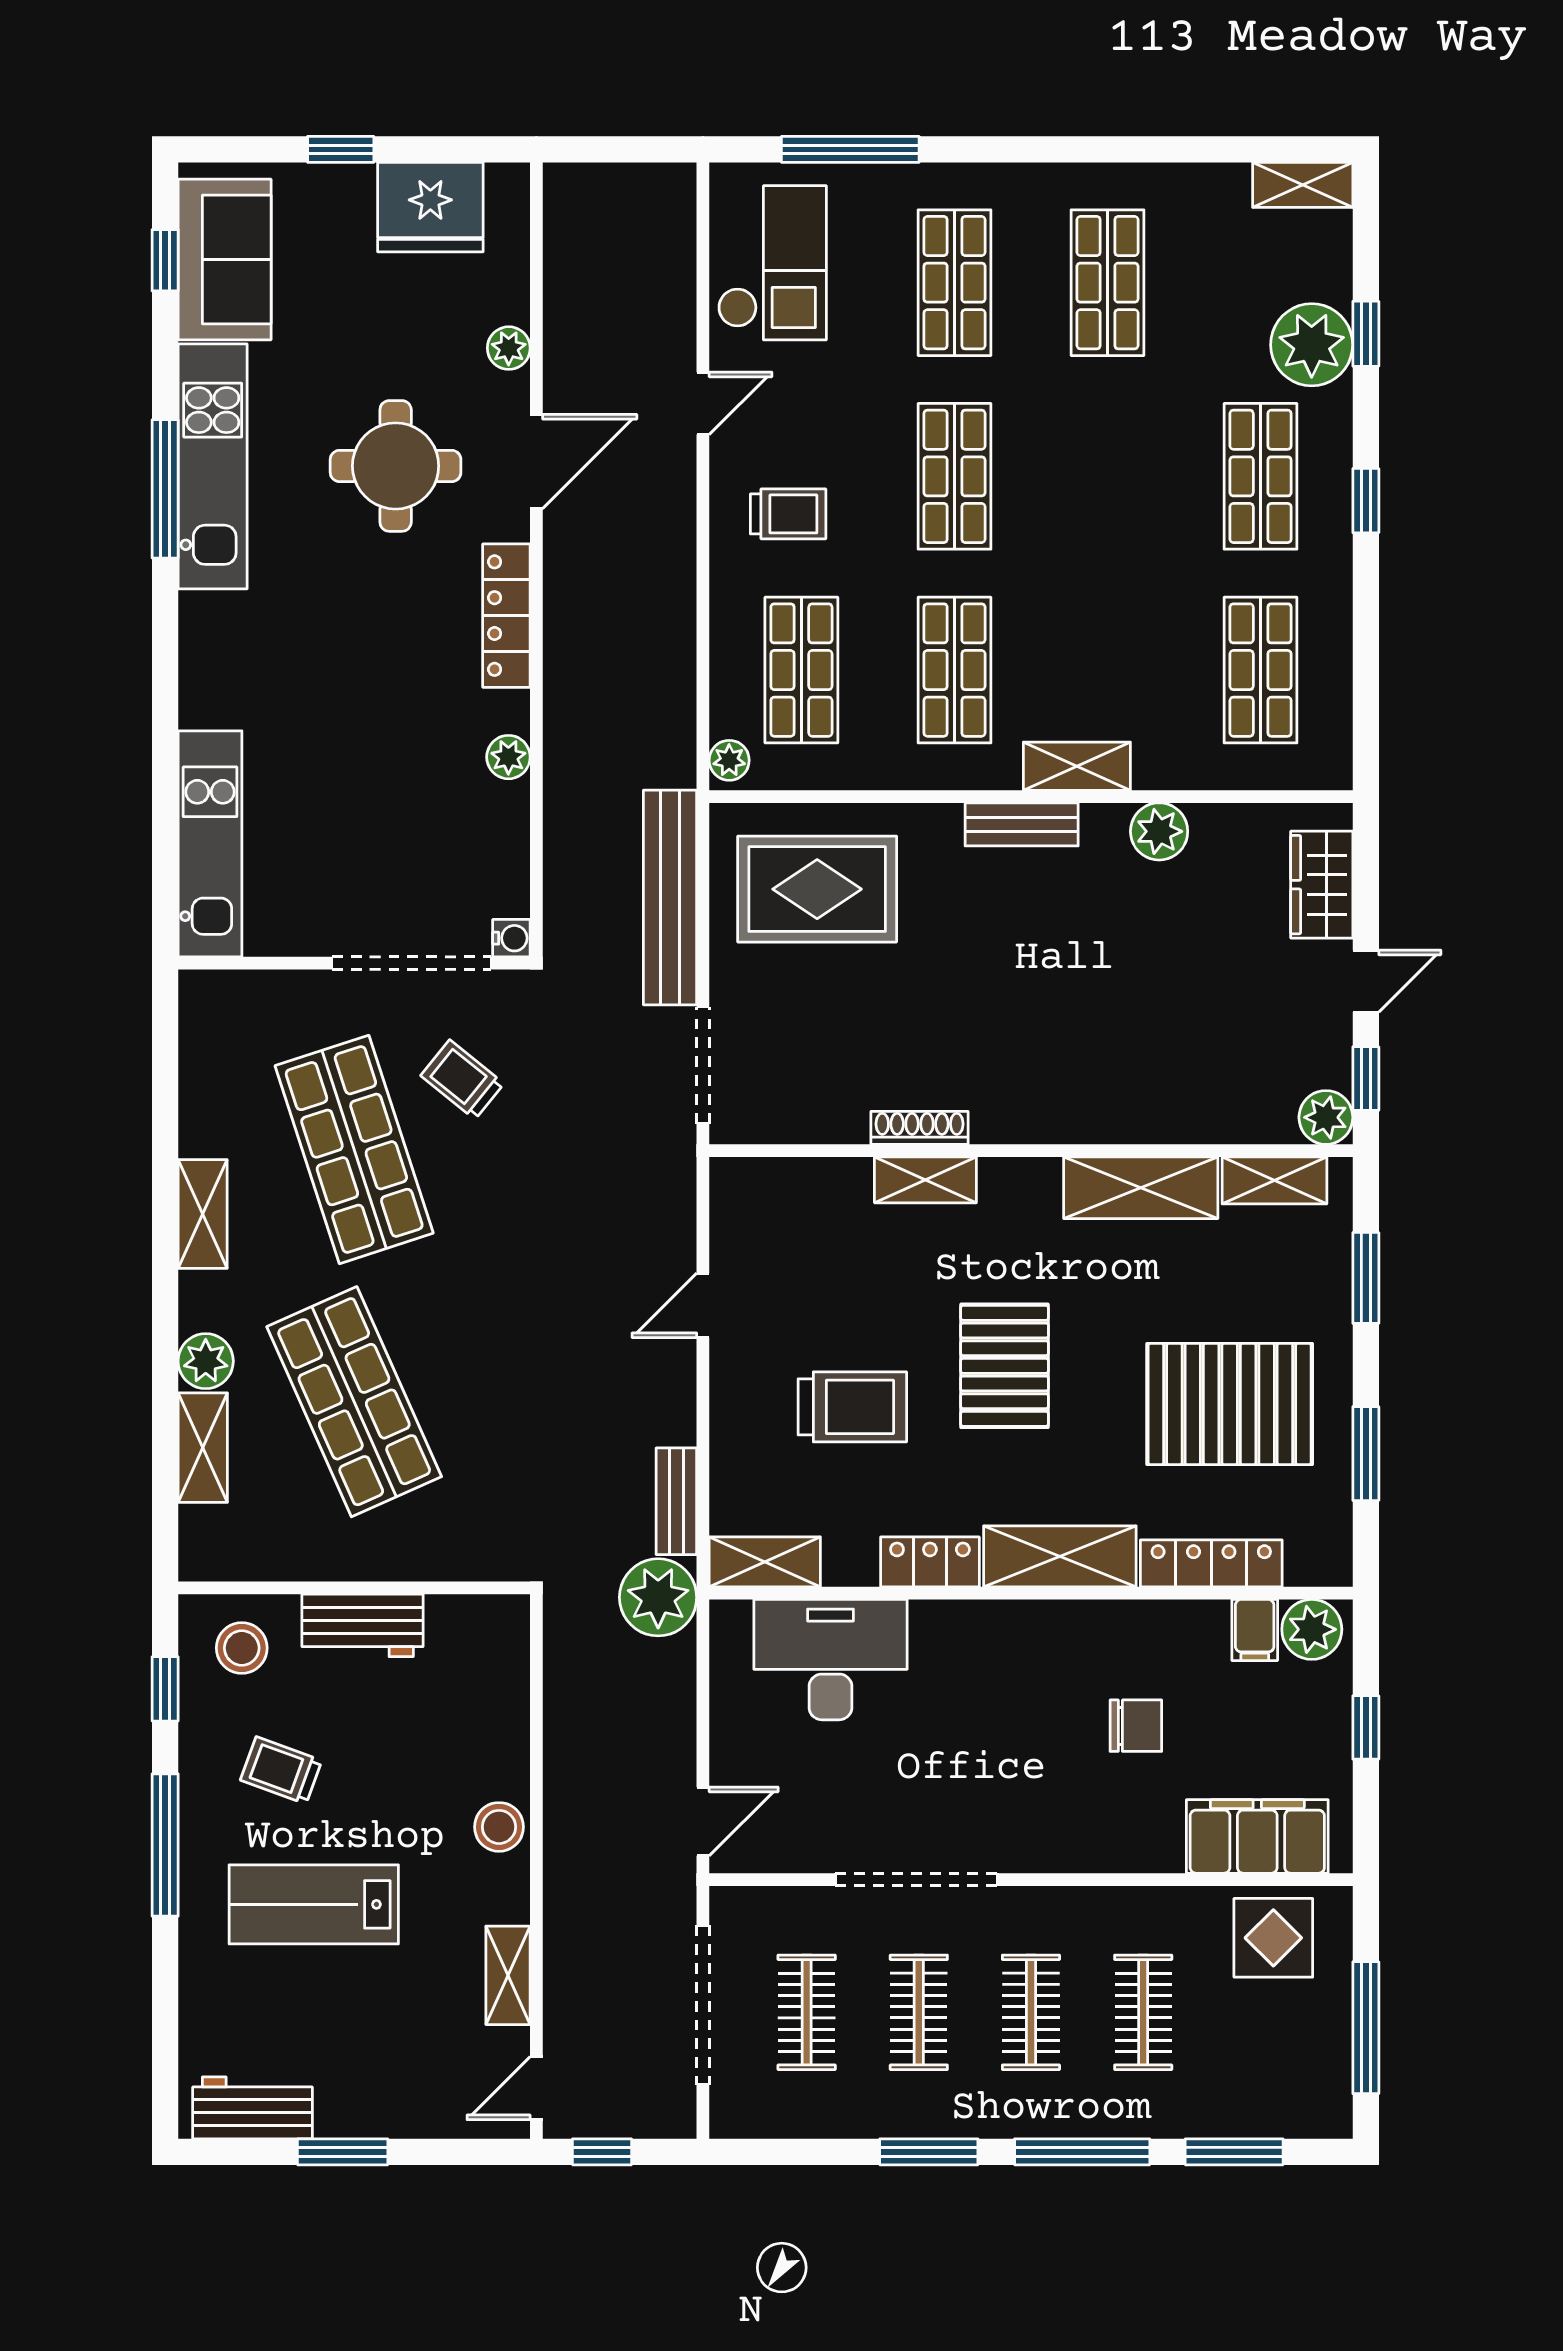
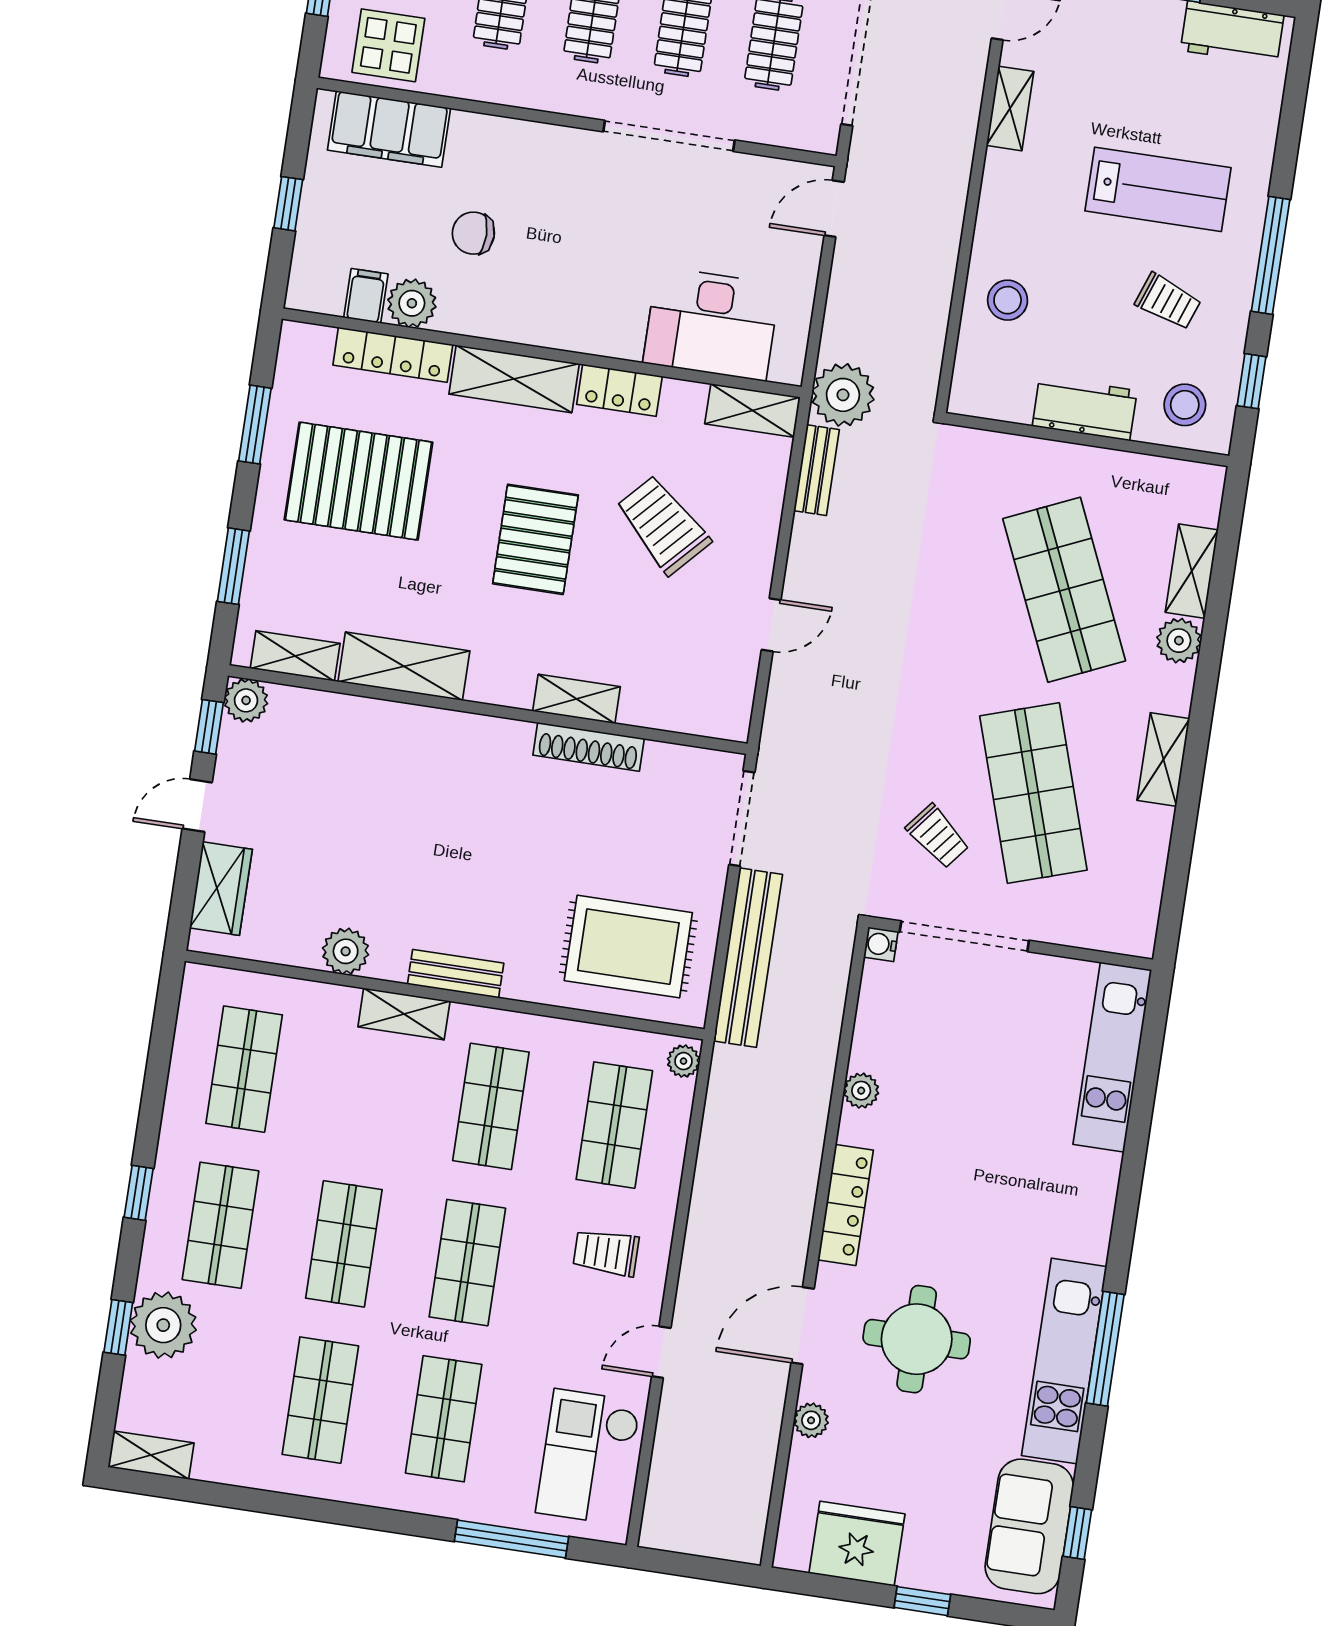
shop shelf: (1108, 476) -> (344, 1244), added
shoe rack: (919, 1128) -> (589, 747), width x1.36, depth x1.24
trolley: (852, 1407) -> (663, 525), turned 43
plant: (1312, 1629) -> (412, 303), moved
stool: (499, 1827) -> (1008, 300), moved

